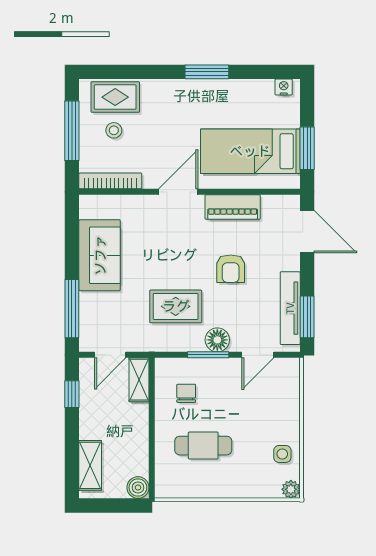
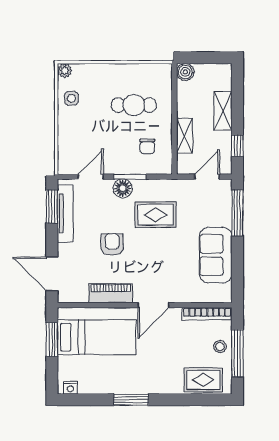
stool: (114, 130) -> (220, 347), moved
shelving: (139, 380) -> (184, 136), moved
shelving: (90, 465) -> (223, 111), moved

